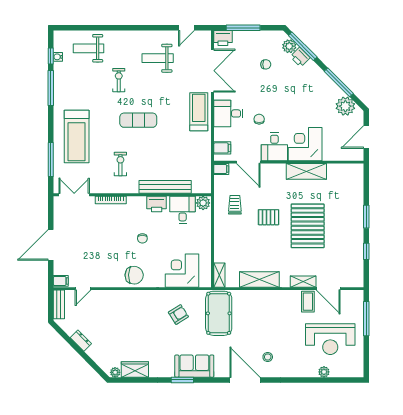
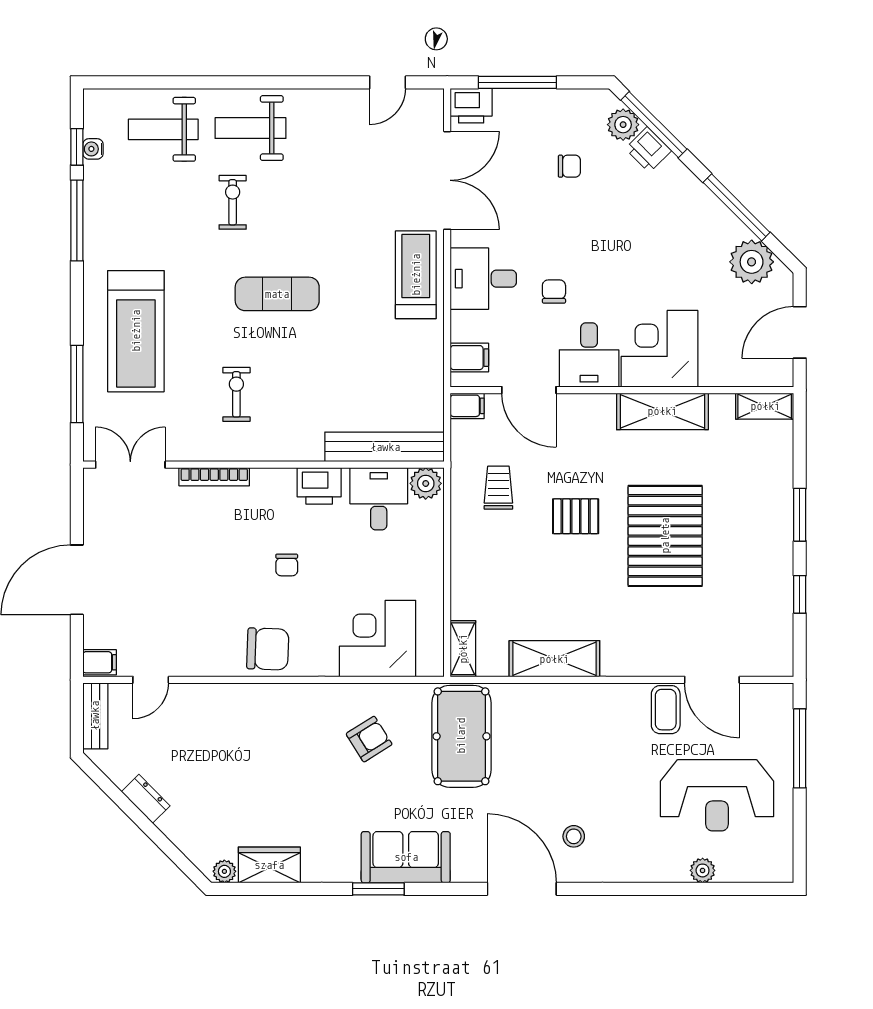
weight bench: (158, 58) -> (251, 128), moved
bench: (165, 187) -> (385, 447), moved
shelving: (303, 282) -> (765, 406), moved

